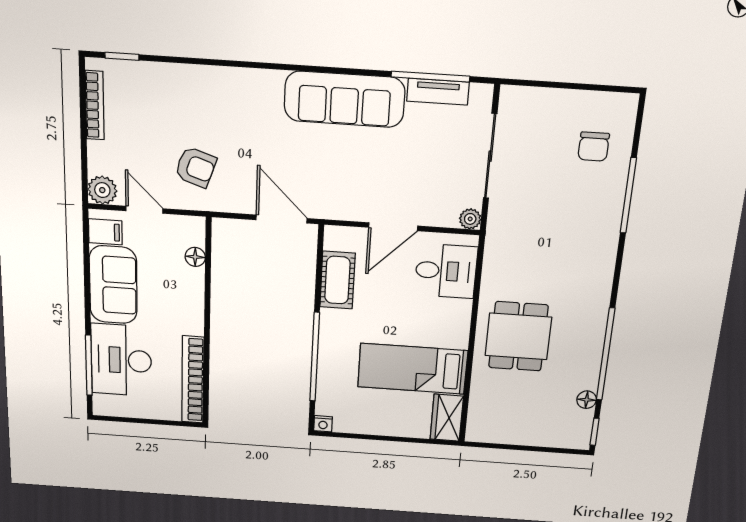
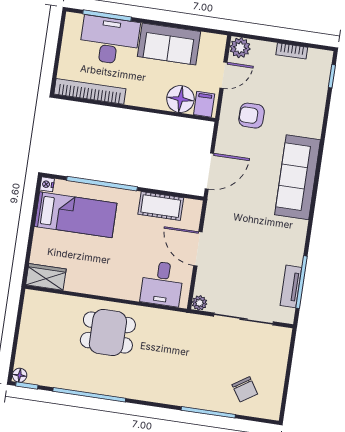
sofa: (344, 99) -> (298, 177), moved
bookcase: (95, 105) -> (292, 51), width x0.64
chair: (594, 147) -> (245, 389), turned -123
armchair: (196, 167) -> (252, 116), turned 71
filing cabinet: (105, 232) -> (204, 104), moved, turned 180
floor lamp: (195, 257) -> (180, 99), width x1.89, depth x1.89
bed: (413, 369) -> (76, 215), moved, turned 90
floor lamp: (587, 400) -> (20, 375), moved

